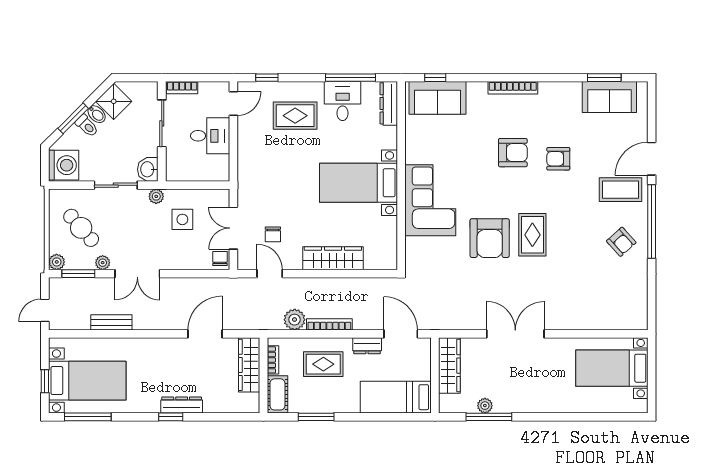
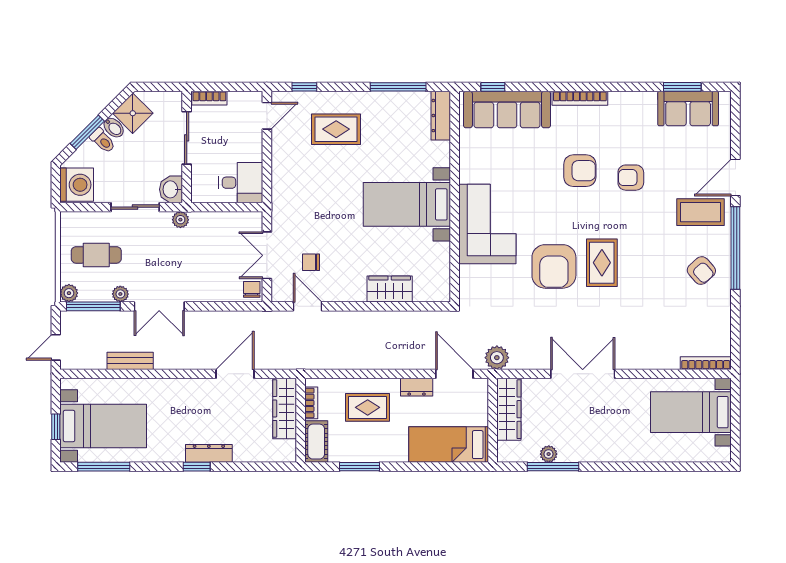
sofa: (437, 98) -> (507, 109), width x1.36
desk: (343, 101) -> (389, 113), removed
desk: (210, 136) -> (241, 183), moved
side table: (182, 219) -> (210, 245), removed
cafe table: (81, 228) -> (96, 255), turned -49
chair: (273, 234) -> (311, 262), turned 90
wardrobe: (333, 258) -> (390, 289), width x0.67
window: (78, 274) -> (93, 306), width x1.44
plant: (295, 320) -> (497, 358), moved
bookcase: (329, 324) -> (706, 363), moved

